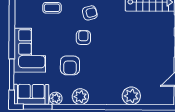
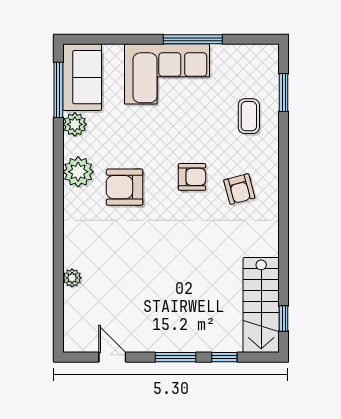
armchair: (70, 65) -> (125, 187), moved
window: (12, 75) -> (193, 39), moved
plant: (131, 96) -> (72, 278), width x0.53, depth x0.53

